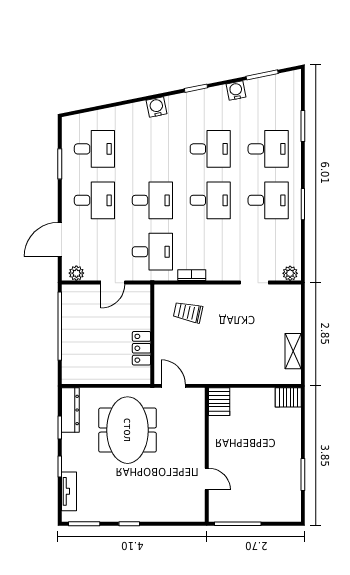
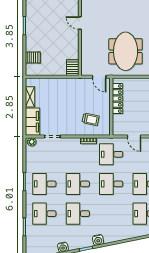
water cooler: (157, 107) -> (98, 240), moved
door: (113, 283) -> (134, 136), swing flipped
filing cabinet: (289, 308) -> (32, 122), added
locker: (141, 348) -> (117, 99), width x1.53
server rack: (288, 397) -> (33, 58), moved

